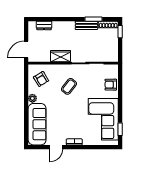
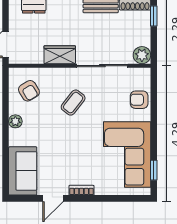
plant: (113, 56) -> (142, 55), added
sofa: (37, 124) -> (23, 171), width x0.73

